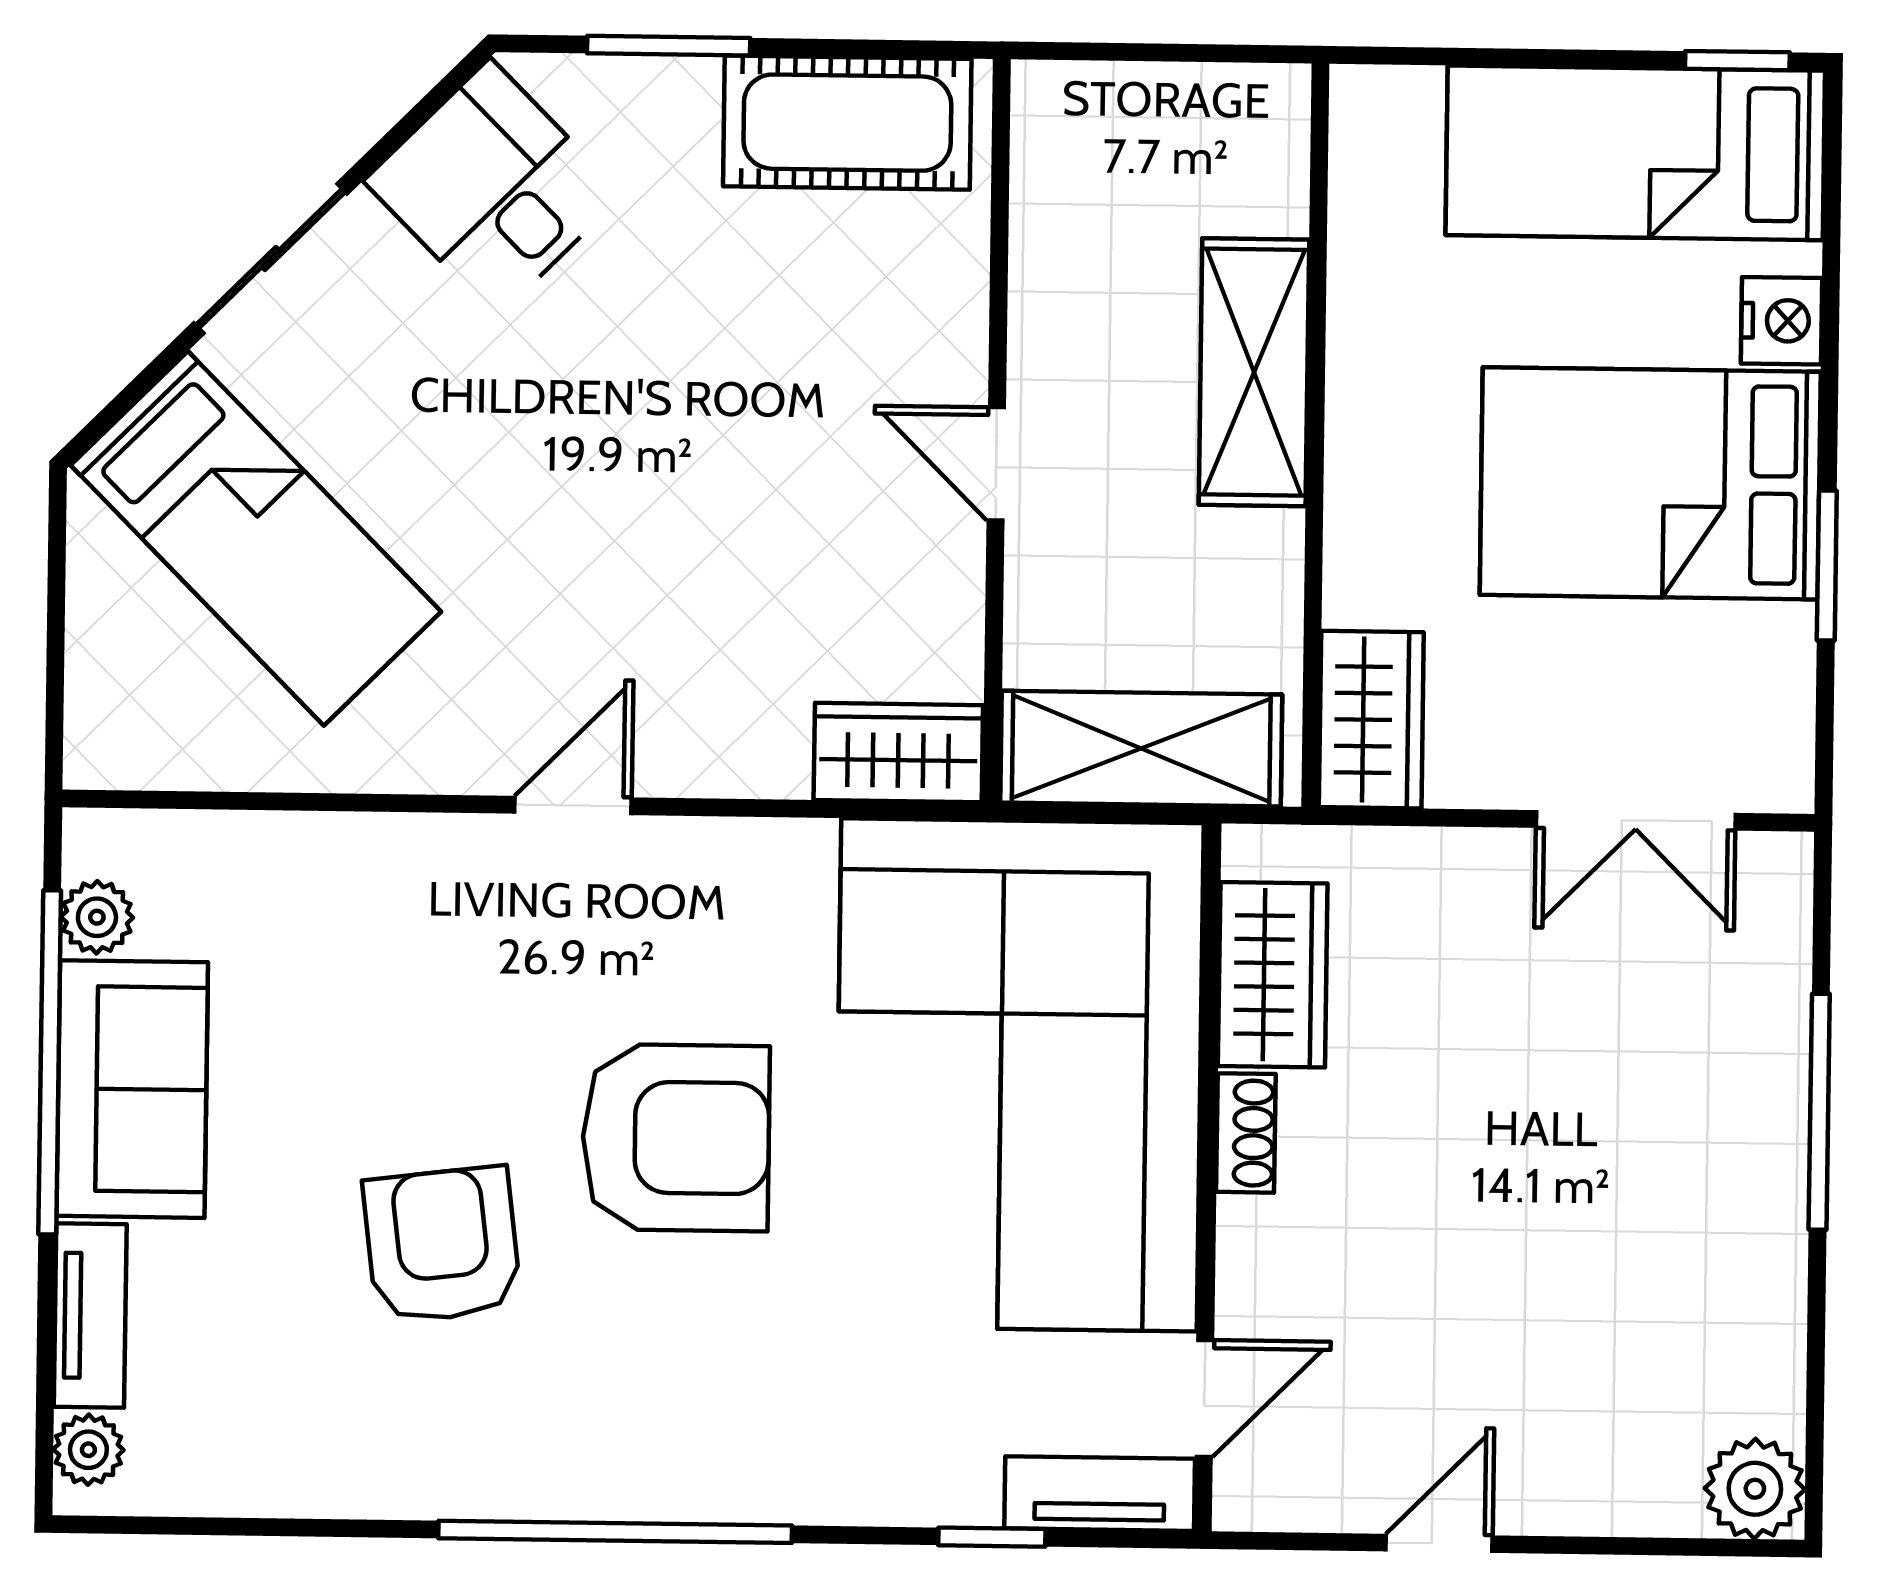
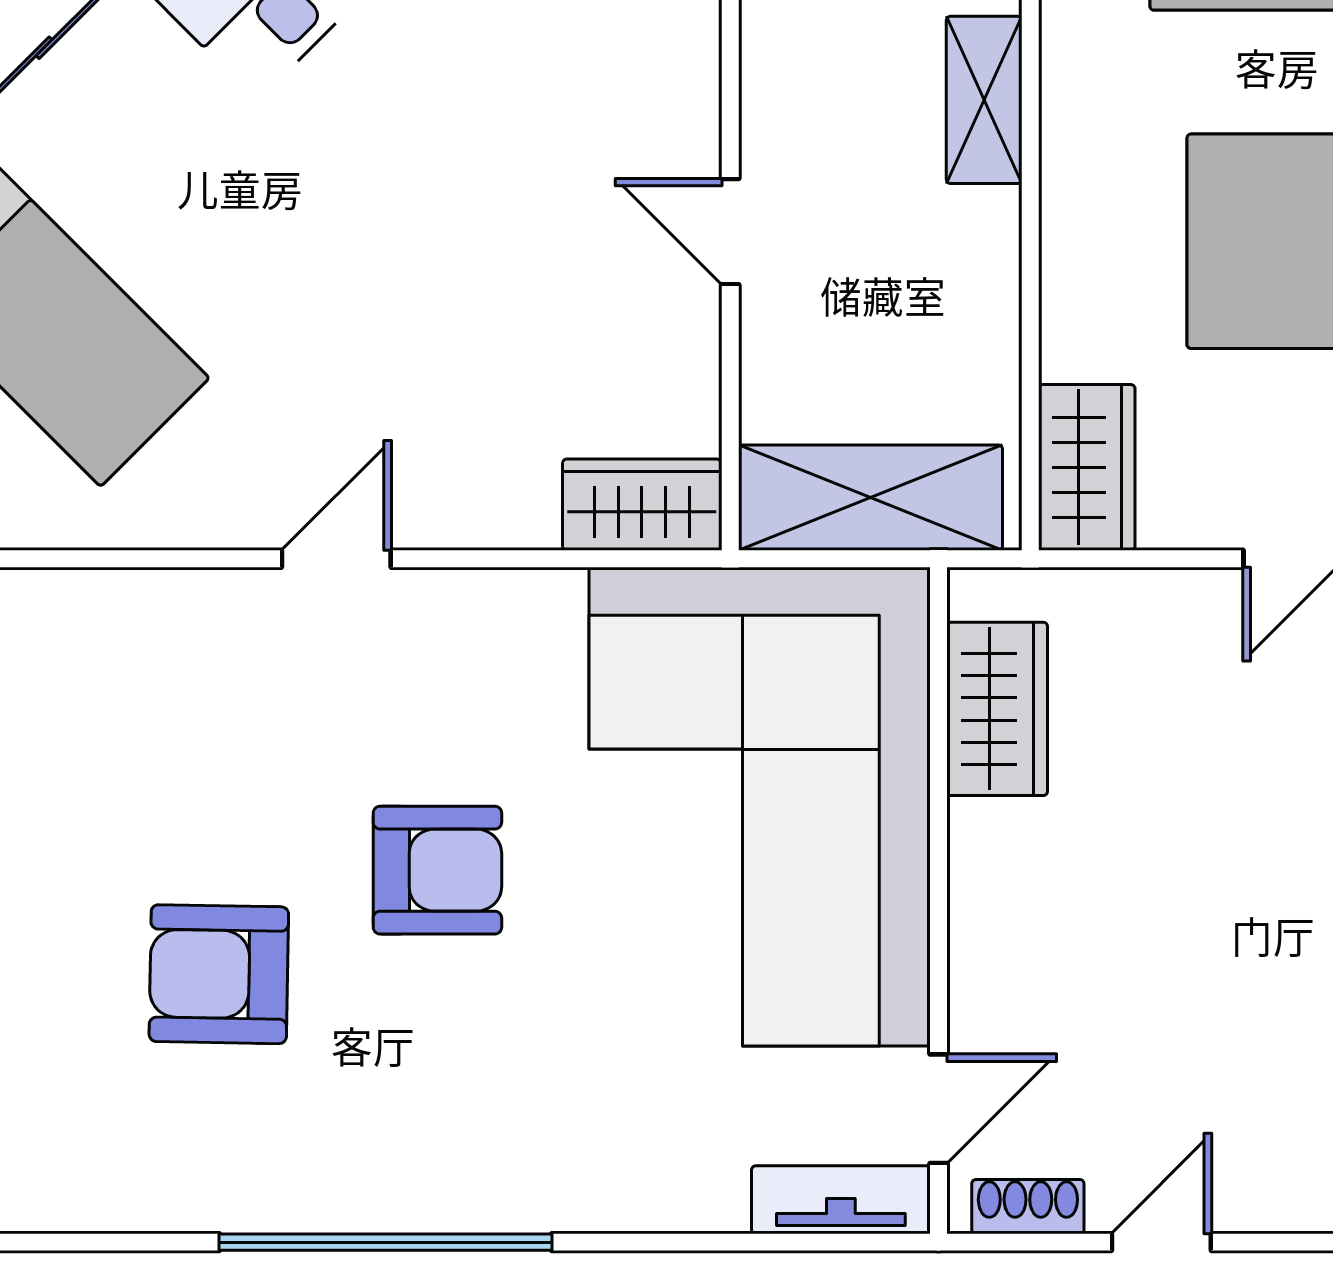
shelving: (1254, 372) -> (984, 100), width x0.67, depth x0.75
shoe rack: (1246, 1133) -> (1028, 1207), moved, turned -90
armchair: (676, 1138) -> (437, 870), width x0.73, depth x0.73
armchair: (442, 1245) -> (219, 974), turned -82
window: (992, 1537) -> (740, 1242), removed

